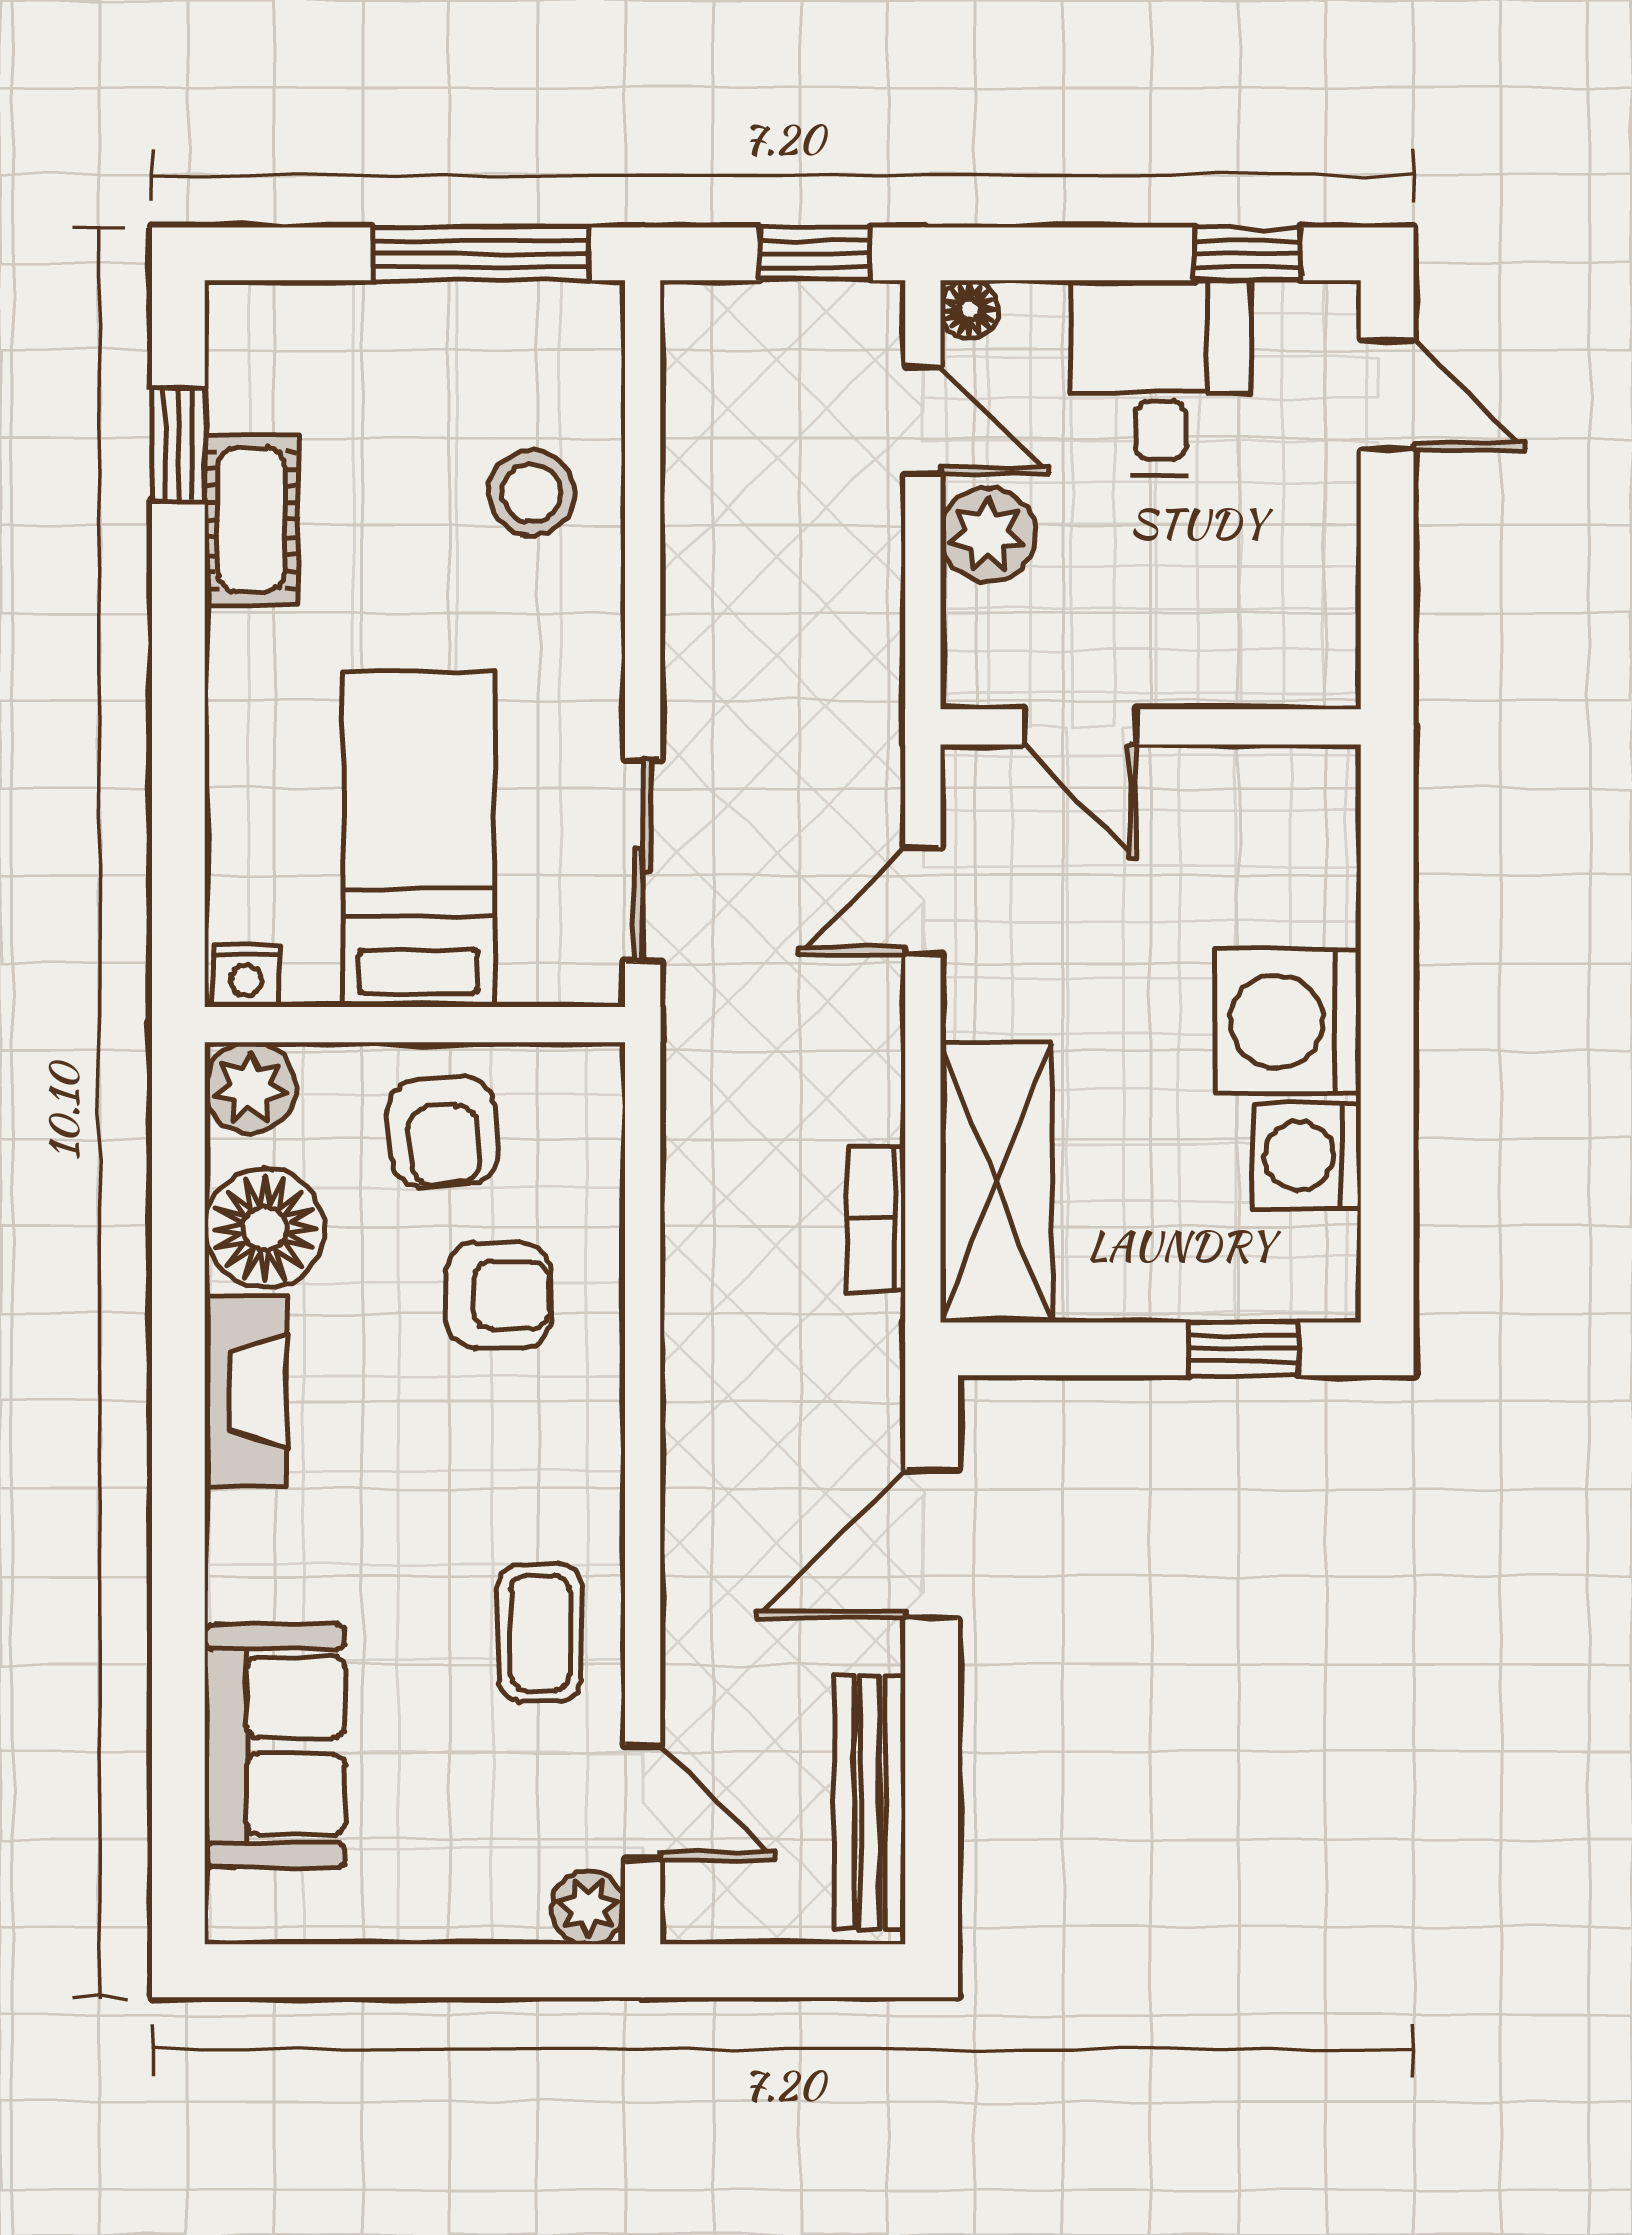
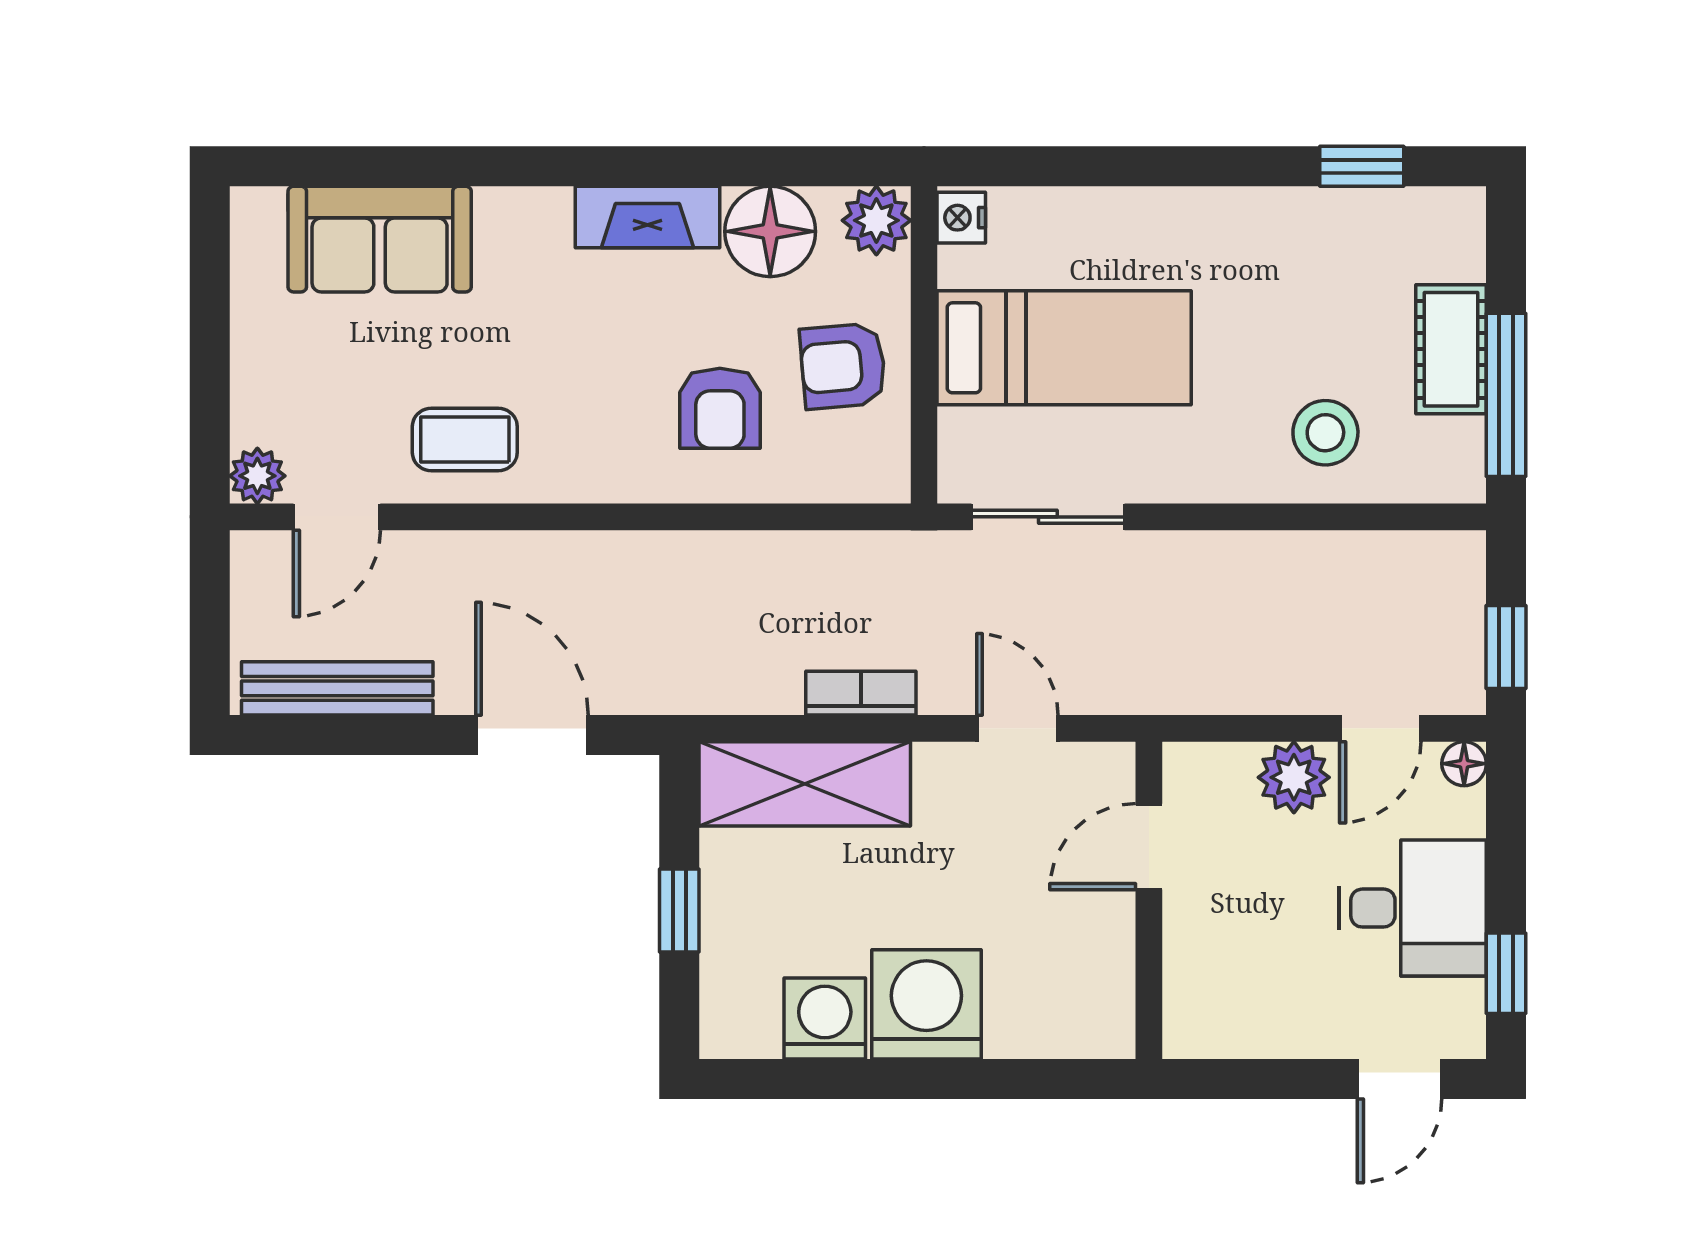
cot: (251, 520) -> (1451, 349), moved, turned 90
bookcase: (876, 1219) -> (861, 693), moved
window: (1243, 1349) -> (679, 910), moved

